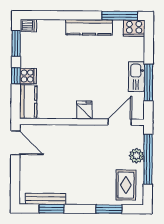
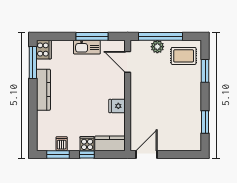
dishwasher: (28, 25) -> (62, 144), moved
fridge: (84, 110) -> (117, 106), moved
bench: (46, 199) -> (196, 127), removed

